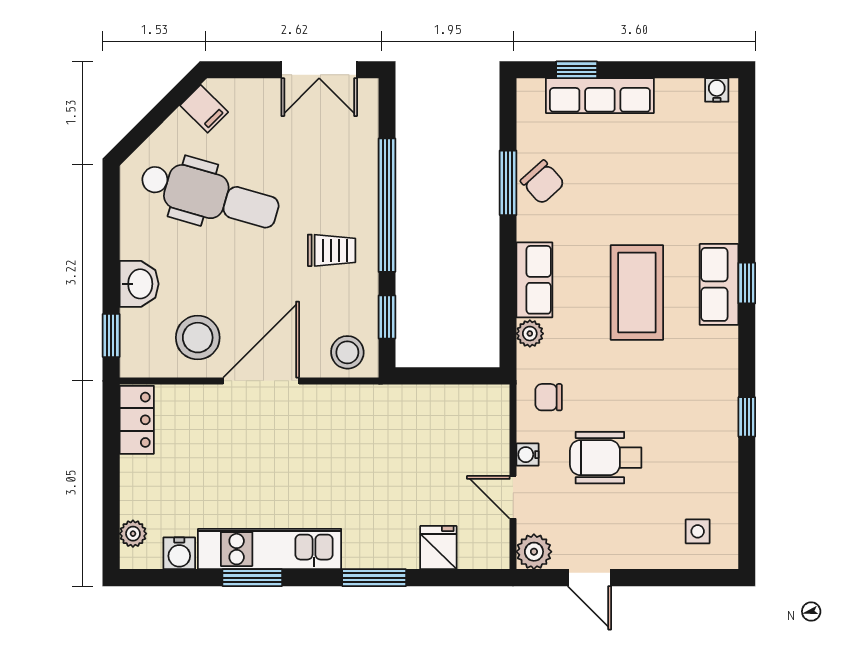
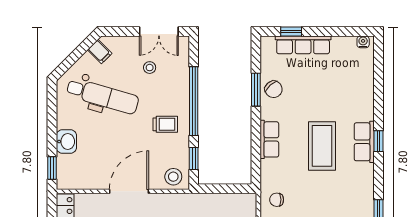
plant: (530, 334) -> (267, 167), removed
stool: (198, 338) -> (150, 68), moved, width x0.53, depth x0.53

